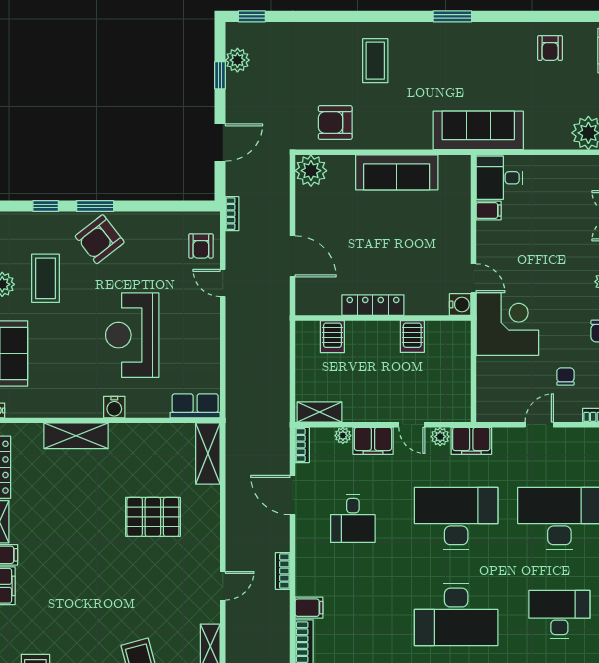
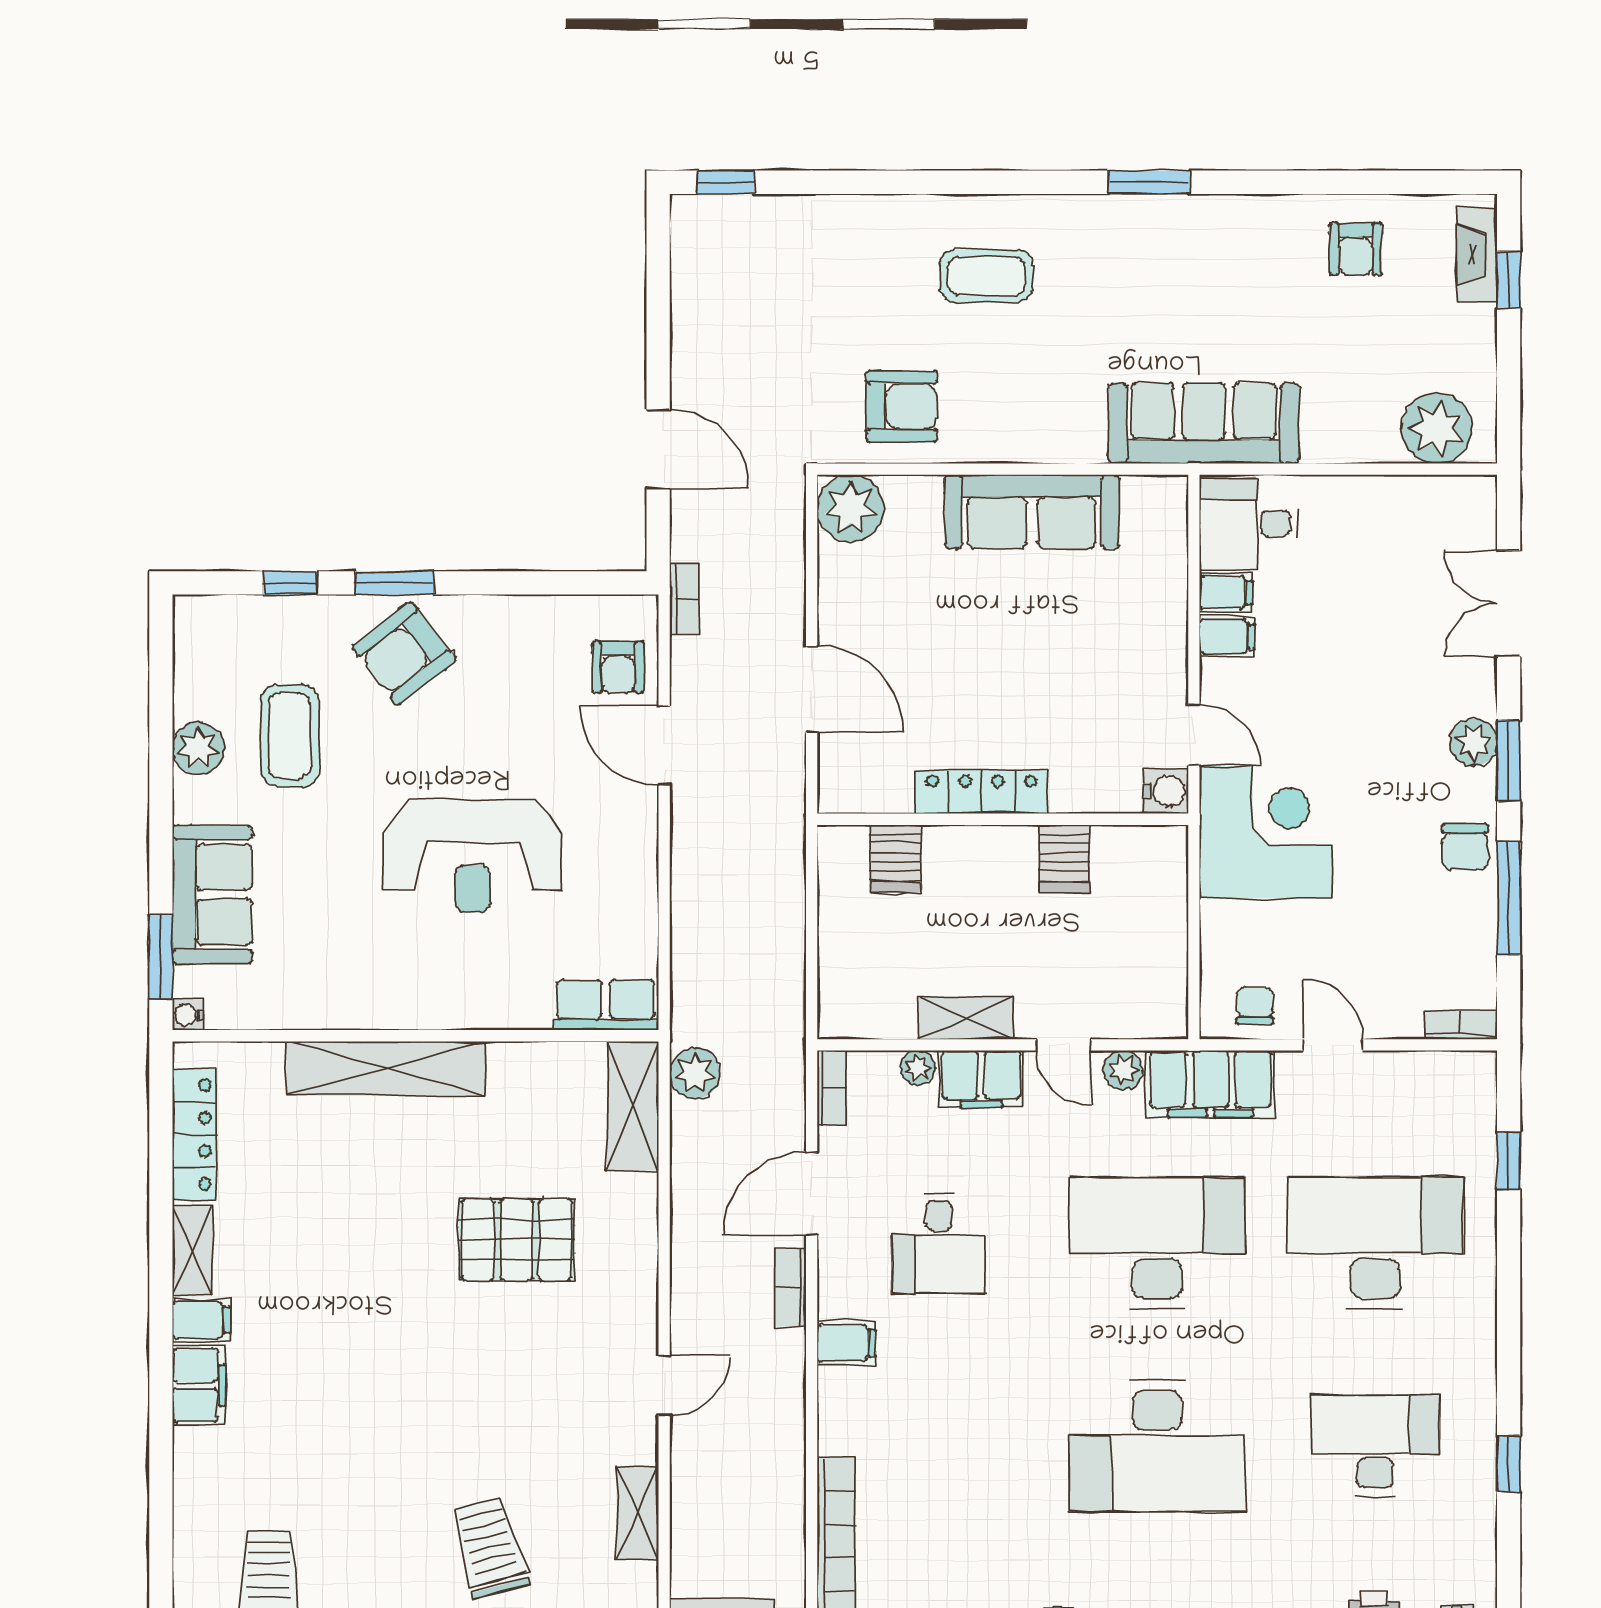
plant: (237, 60) -> (695, 1073), moved
coffee table: (375, 61) -> (986, 276), turned 90
window: (220, 75) -> (658, 307), removed
armchair: (335, 123) -> (902, 406), turned 180
door: (220, 143) -> (658, 449), hinge flipped
filing cabinet: (489, 231) -> (1227, 637), added
door: (223, 283) -> (664, 745), width x1.38
reception desk: (132, 335) -> (473, 856), turned -90
chair: (565, 377) -> (1255, 1006), moved
water cooler: (114, 407) -> (435, 1008), removed
shelving: (319, 412) -> (966, 1018), moved
door: (539, 425) -> (1333, 1045), hinge flipped
shelving: (76, 436) -> (386, 1068), width x1.47
filing cabinet: (471, 441) -> (1211, 1084), width x1.50, depth x1.17
door: (293, 495) -> (812, 1194), hinge flipped
bookcase: (283, 571) -> (791, 1288), moved
filing cabinet: (309, 608) -> (846, 1343), moved

